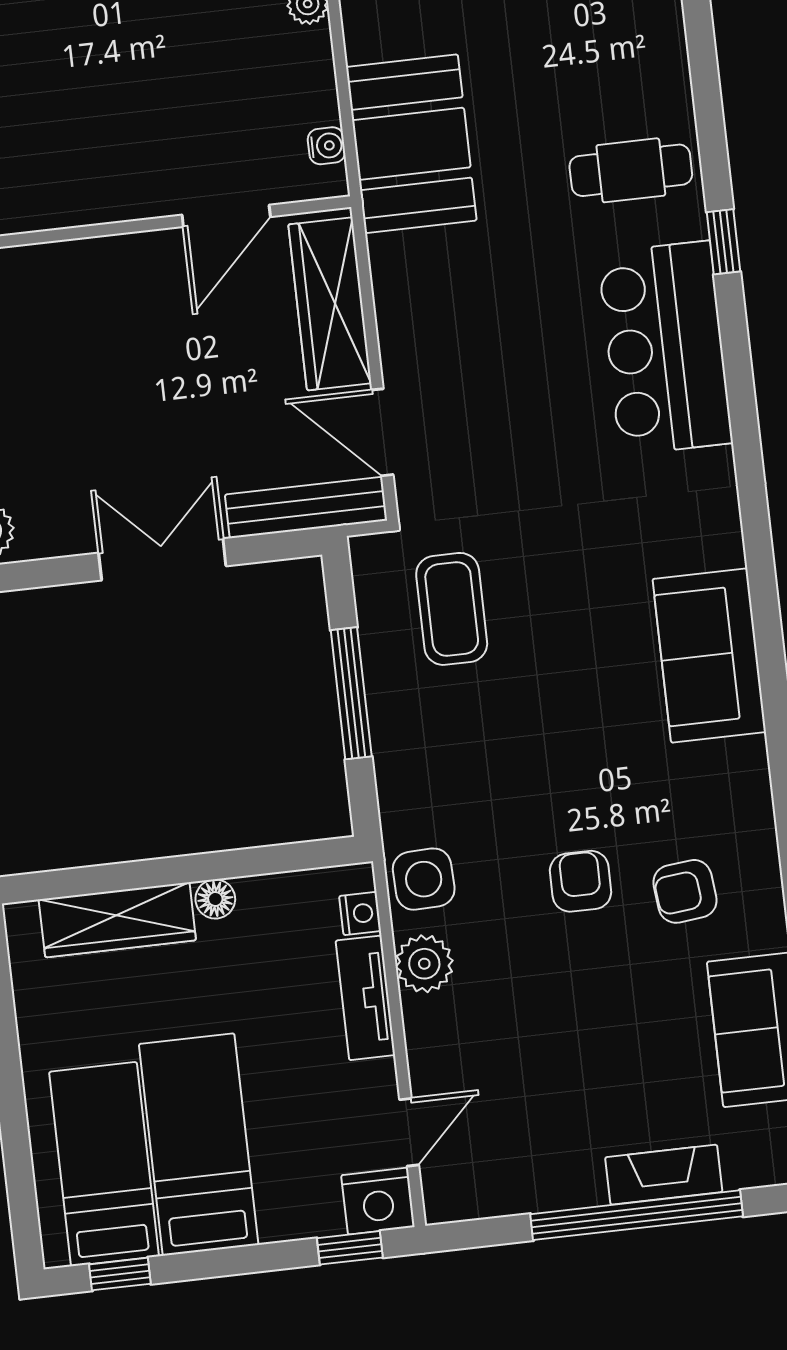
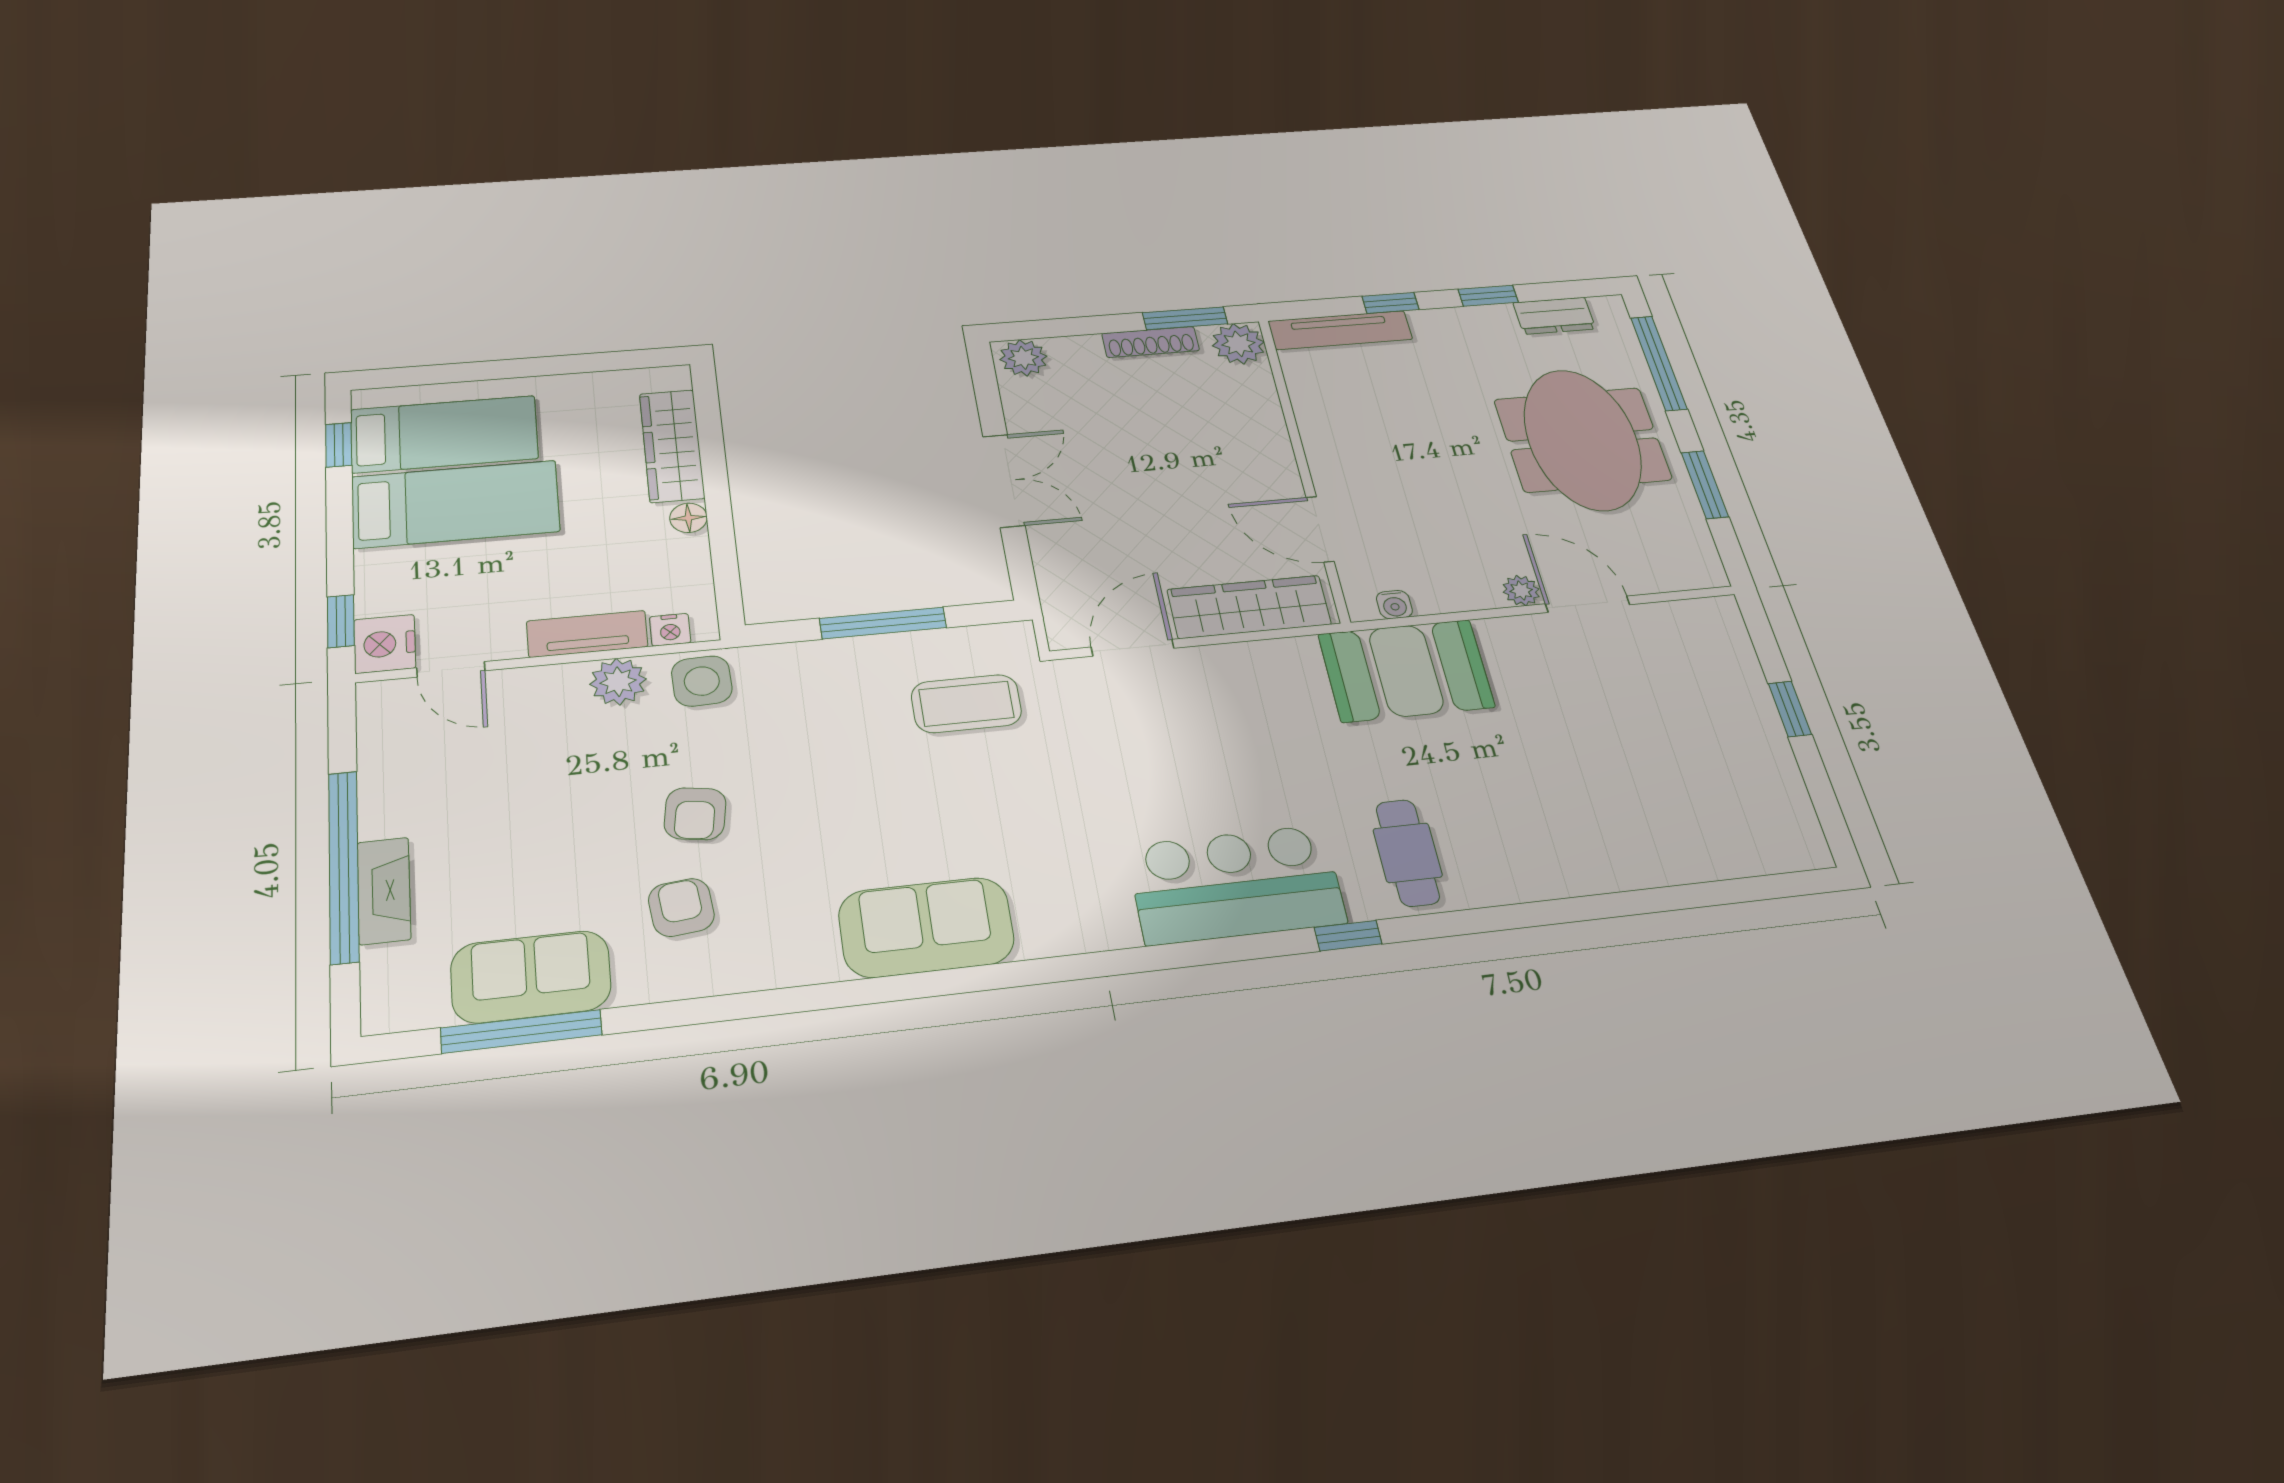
bench: (306, 508) -> (1058, 588), removed
armchair: (581, 881) -> (695, 814), turned 99

